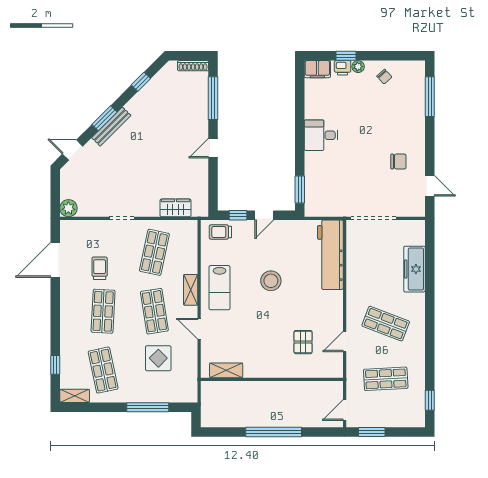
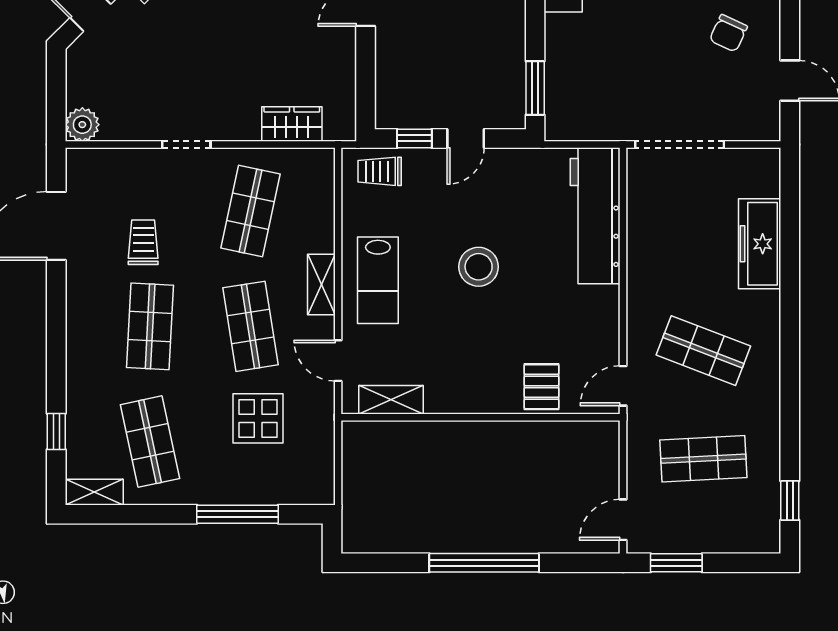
chair: (398, 161) -> (728, 33), turned 115
shelving: (226, 370) -> (391, 400), moved
wall: (272, 379) -> (481, 417), moved

